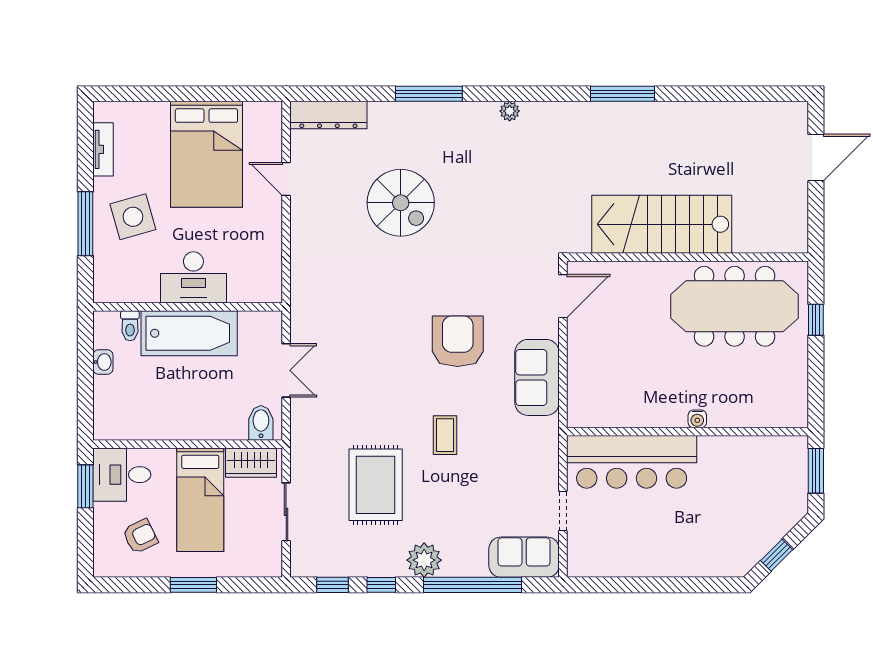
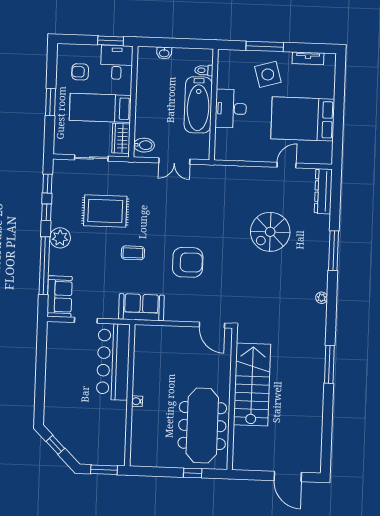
washbasin: (103, 362) -> (164, 53), moved
sofa: (537, 377) -> (141, 307), moved
armchair: (140, 536) -> (80, 72), turned 116

